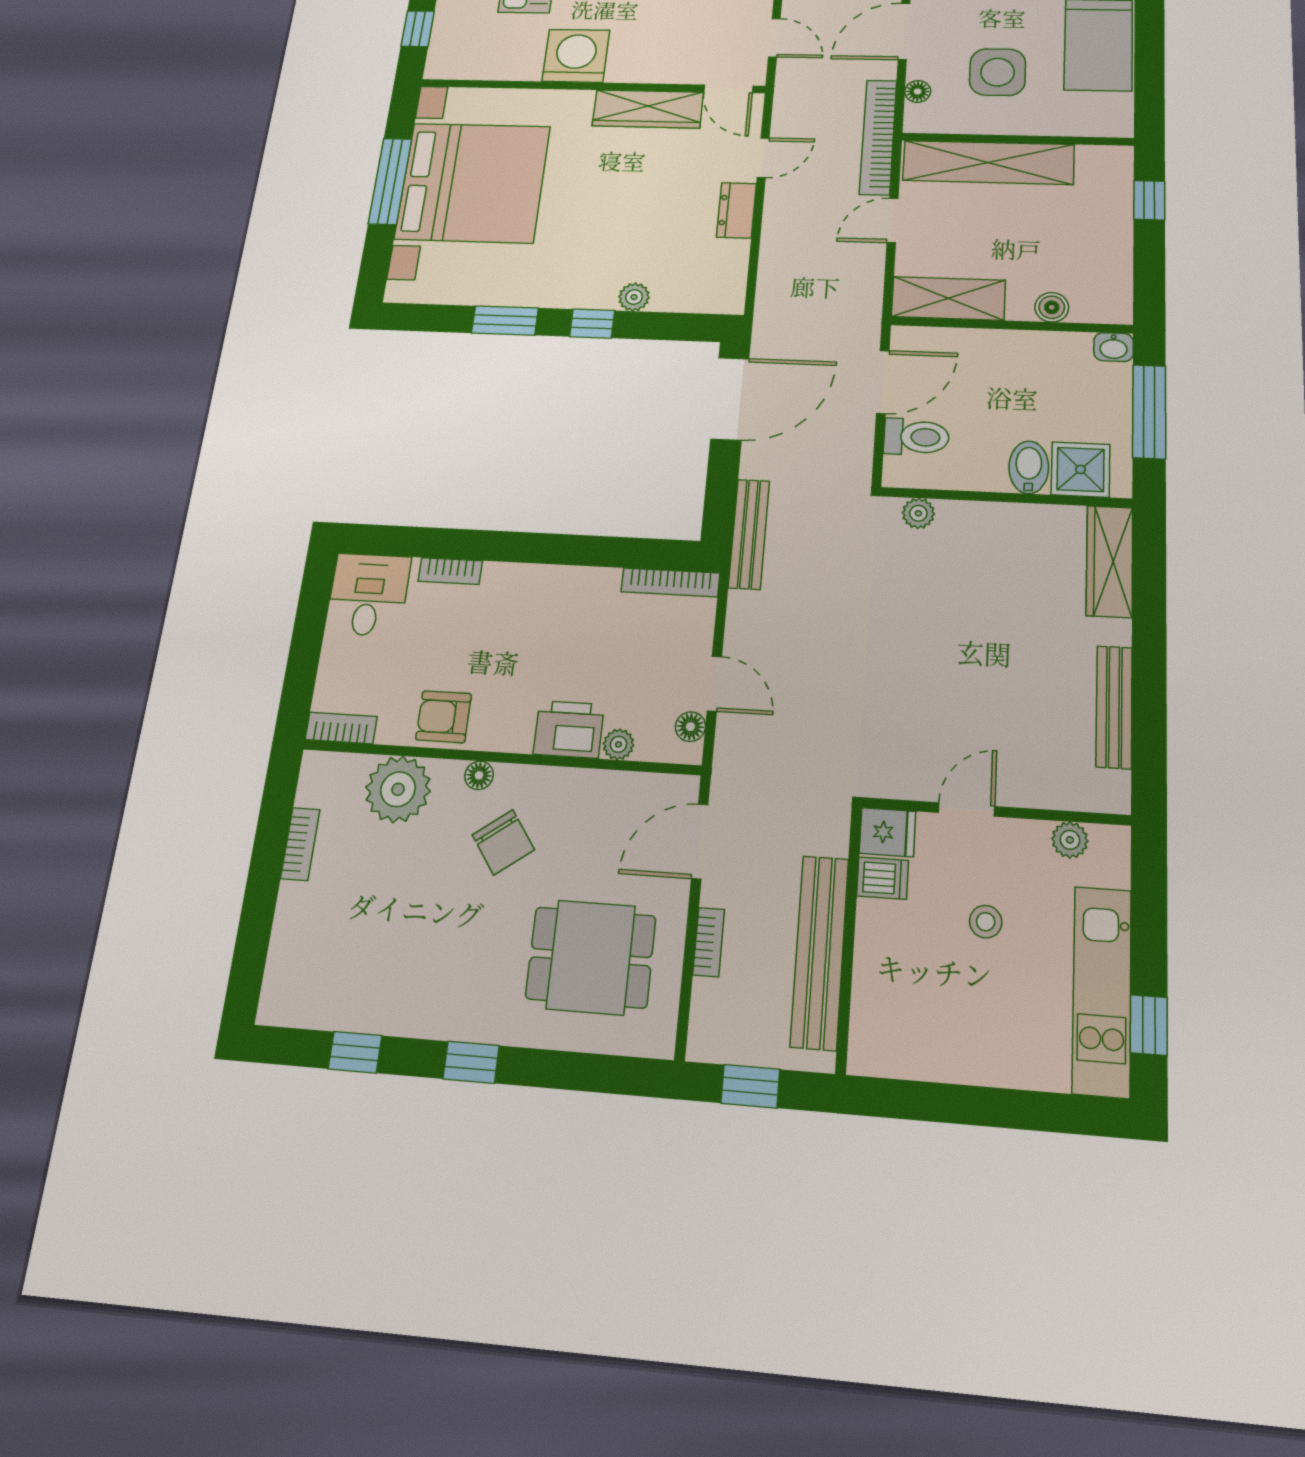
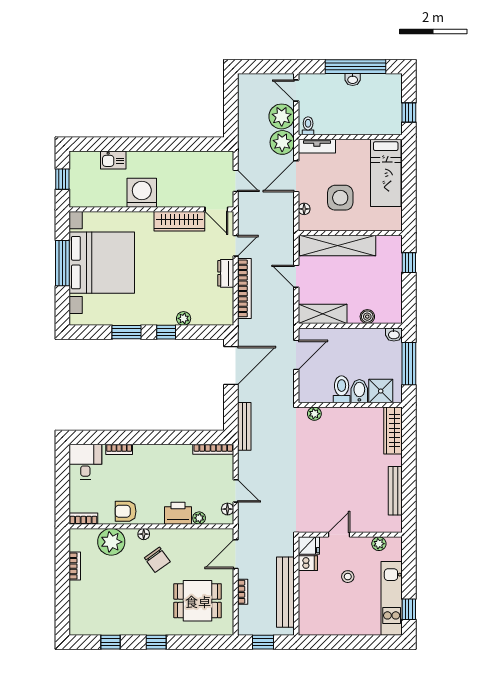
bookcase: (878, 137) -> (244, 288), moved, turned 180
door: (893, 220) -> (296, 276), hinge flipped
toilet: (916, 437) -> (342, 389), moved, turned -90

